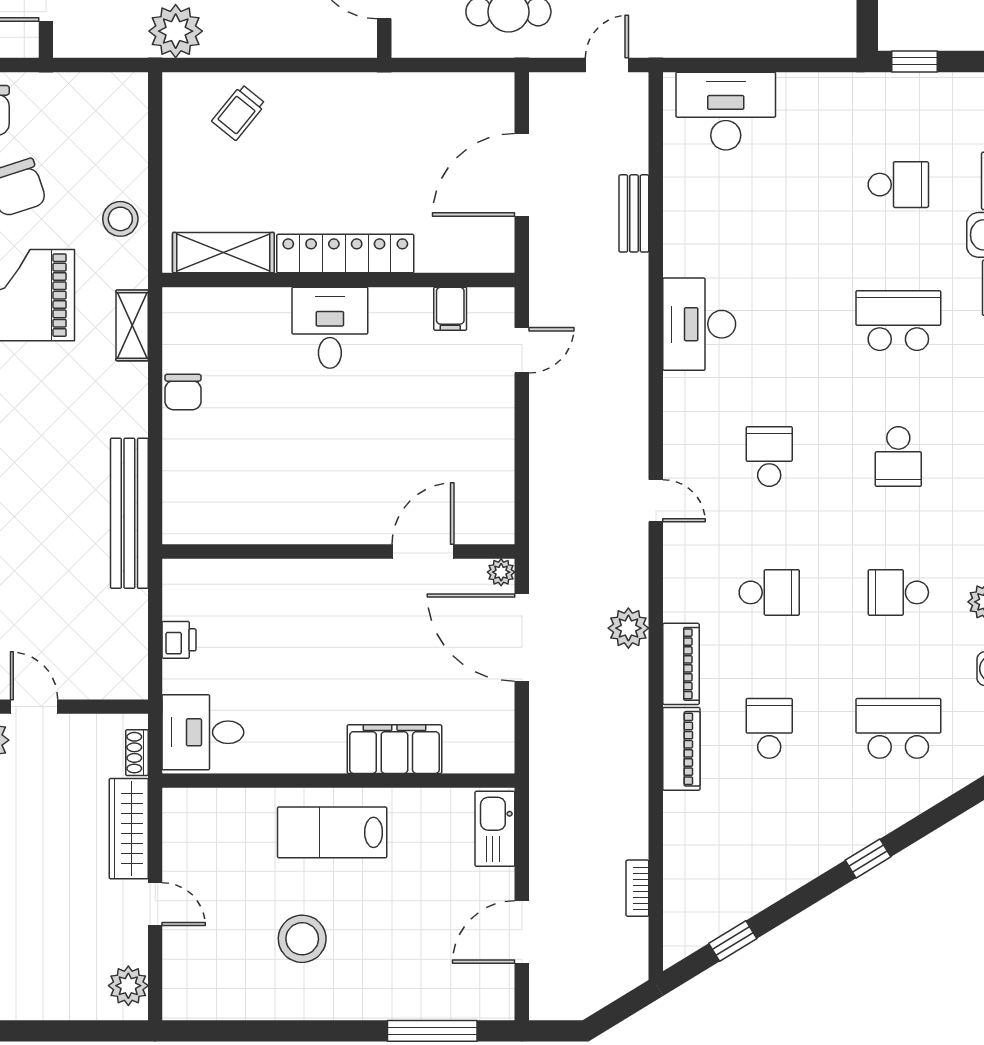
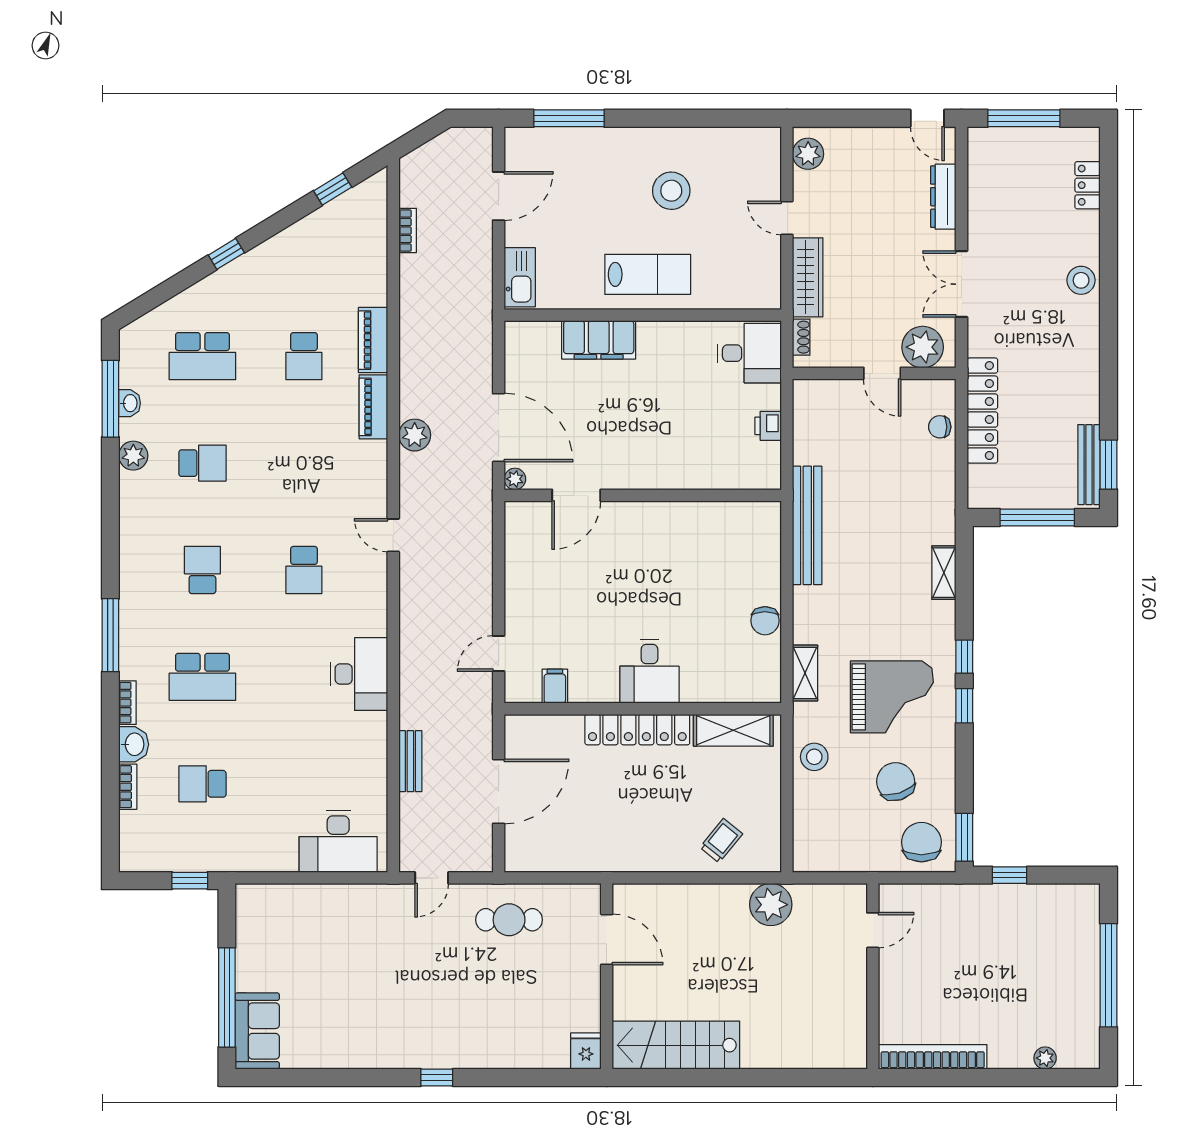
chair: (183, 392) -> (765, 621), turned 180
school desk: (769, 592) -> (304, 463), removed

